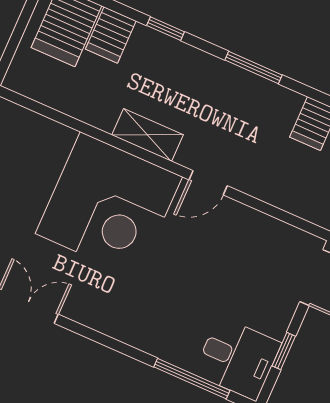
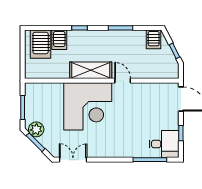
shelving: (148, 135) -> (91, 70), width x1.50, depth x1.33
door: (208, 183) -> (123, 81), swing flipped

